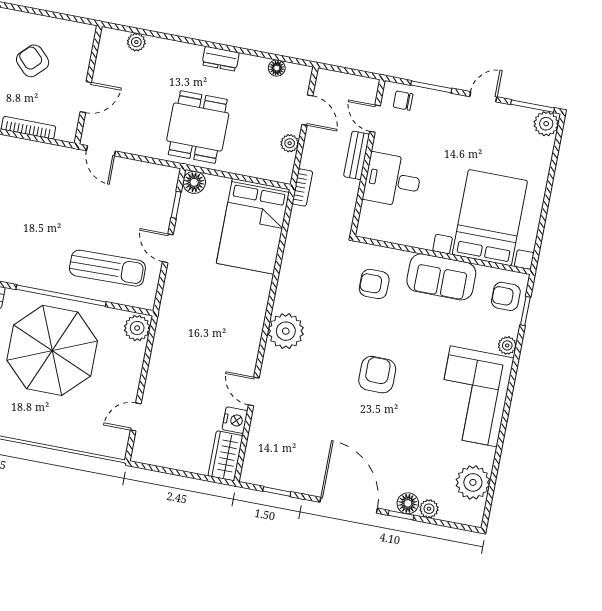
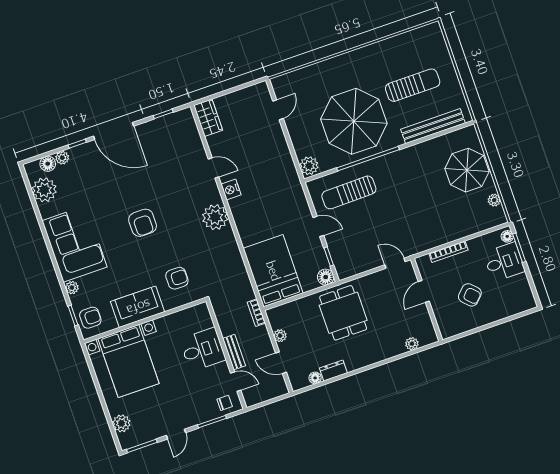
dresser: (221, 59) -> (333, 370), moved
plant: (546, 124) -> (121, 423), moved
nightstand: (235, 420) -> (231, 190), moved
floor lamp: (408, 503) -> (48, 164), moved

